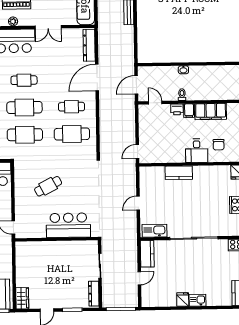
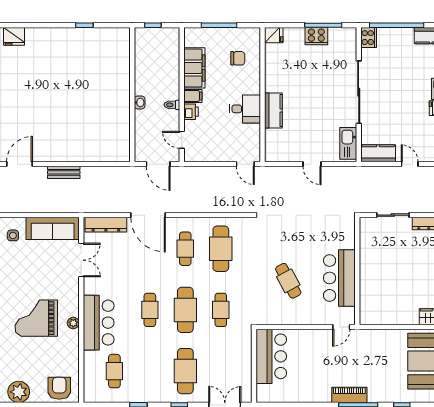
double door: (48, 27) -> (81, 260), moved
door: (155, 103) -> (182, 140), hinge flipped
cafe table: (25, 135) -> (221, 310), width x0.73, depth x0.74
desk: (197, 151) -> (245, 109), moved
bar counter: (68, 225) -> (339, 278), moved

